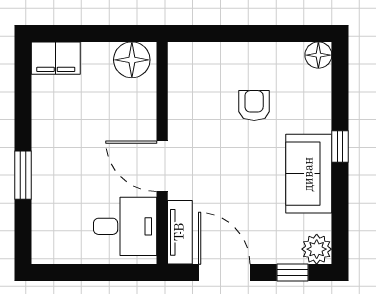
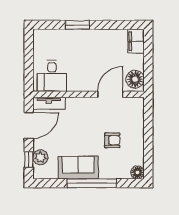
window: (340, 146) -> (92, 183), width x3.17
door: (162, 166) -> (110, 94), moved
plant: (317, 249) -> (40, 157), moved

